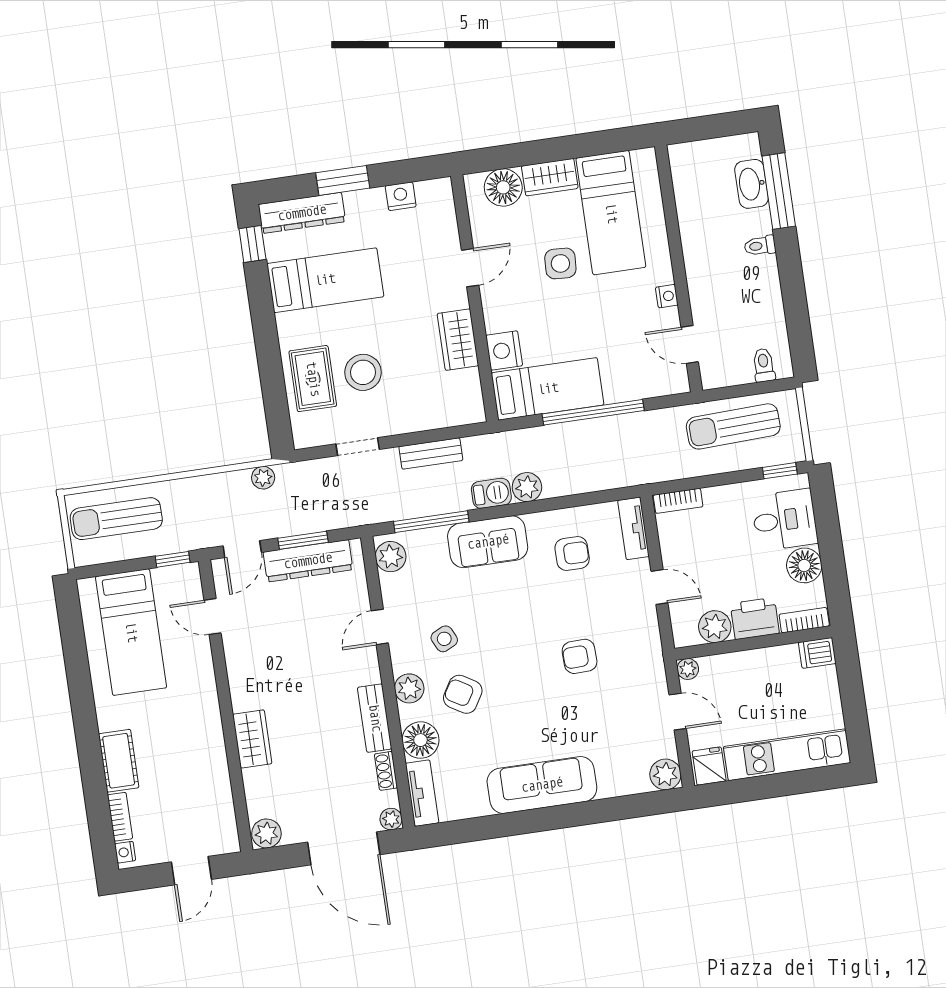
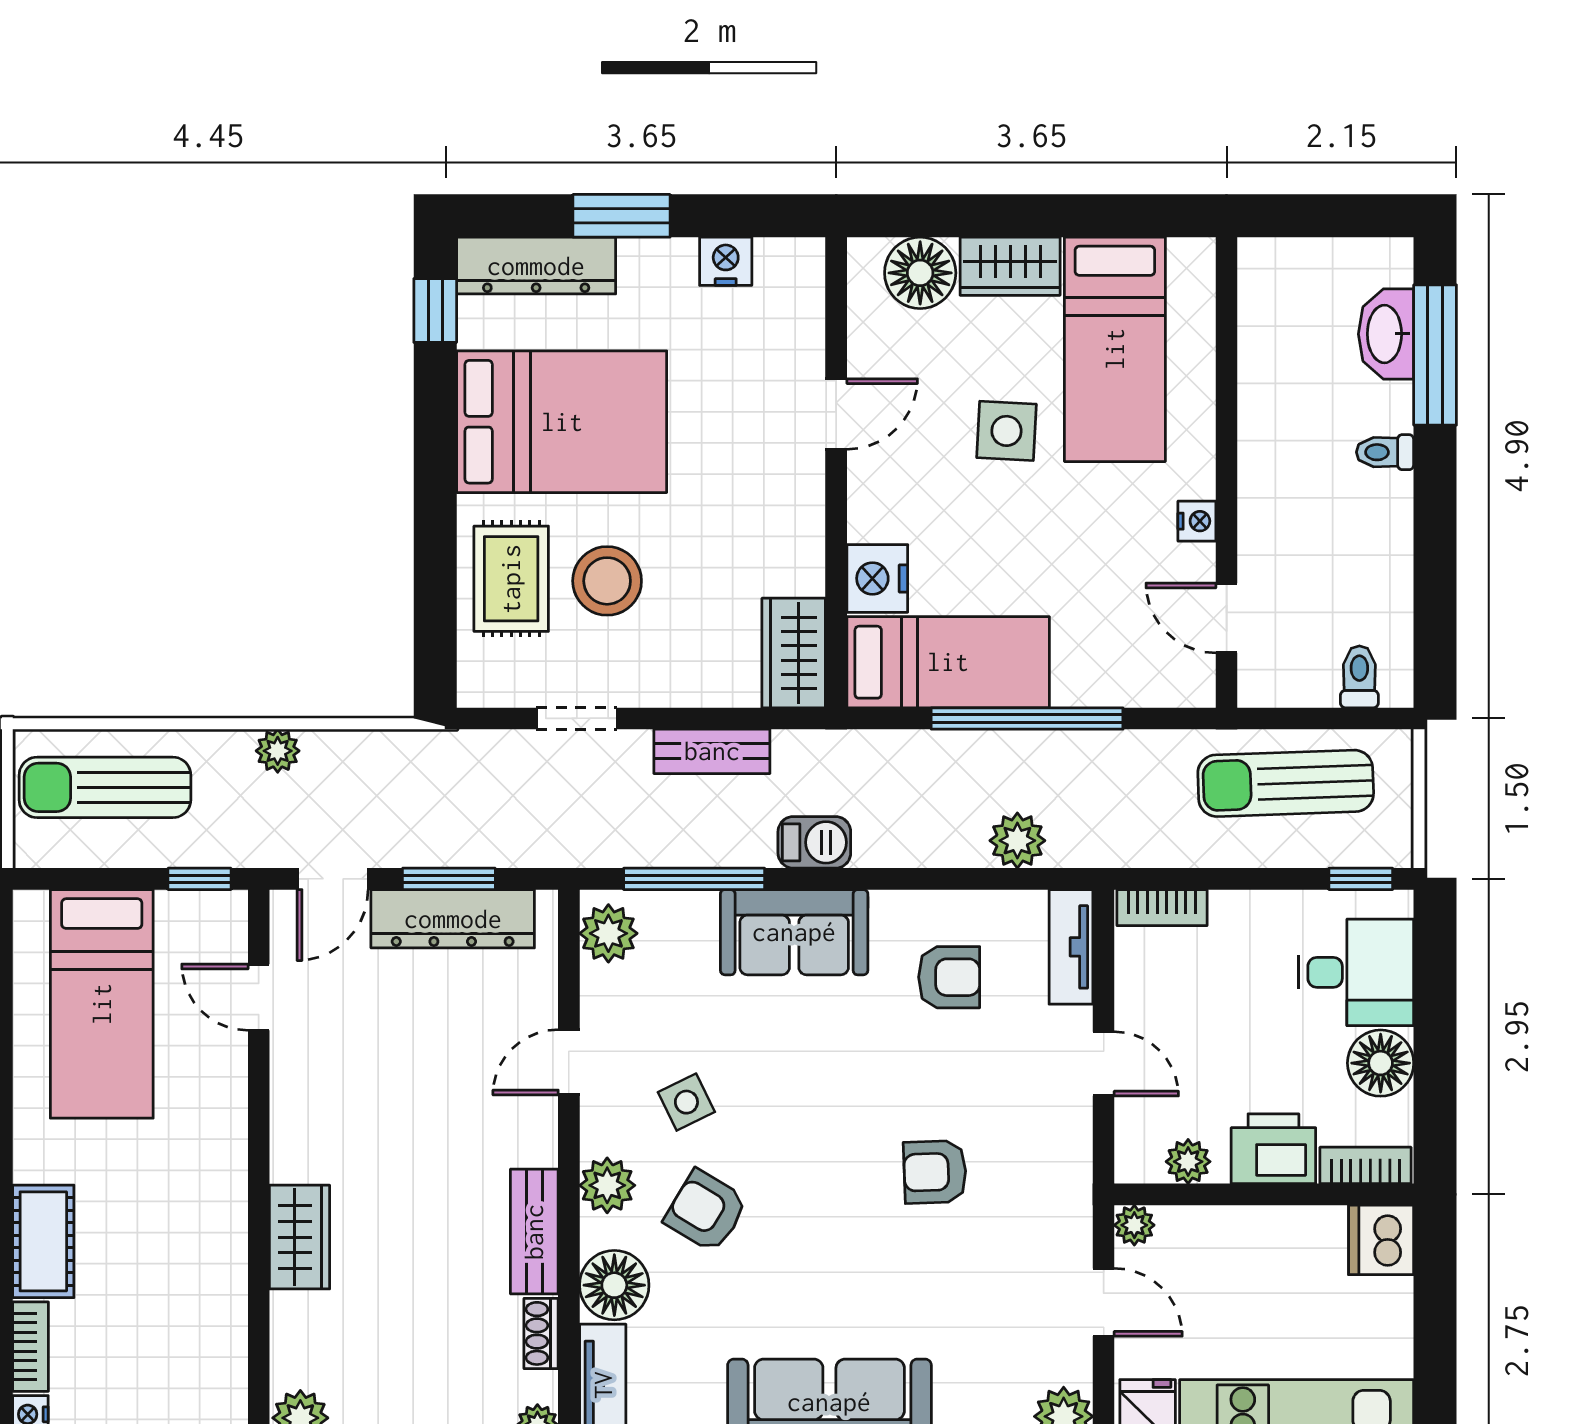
bed: (325, 280) -> (562, 422), width x1.50
wardrobe: (458, 340) -> (794, 653), moved
plant: (263, 478) -> (278, 751), moved
plant: (527, 487) -> (1017, 841), moved
plant: (715, 627) -> (1188, 1162), width x0.73, depth x0.73
dishwasher: (817, 653) -> (1381, 1240), width x1.38

